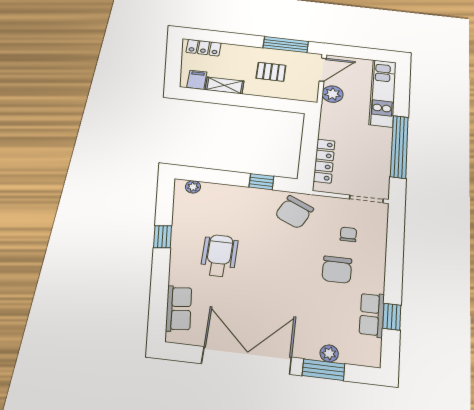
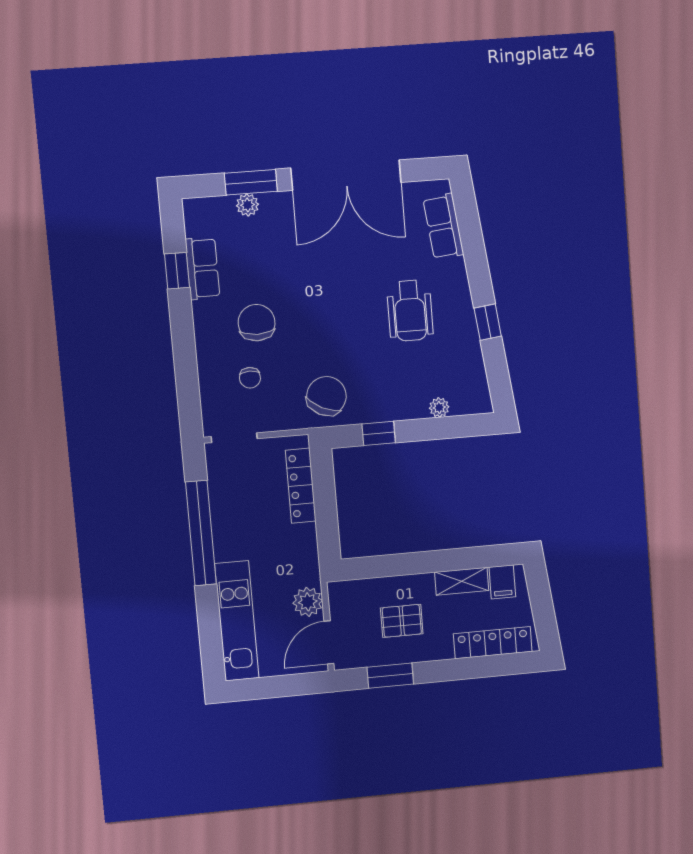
window: (286, 45) -> (390, 676), width x0.69
locker: (204, 48) -> (493, 643), width x1.53
plant: (193, 187) -> (439, 407), moved

